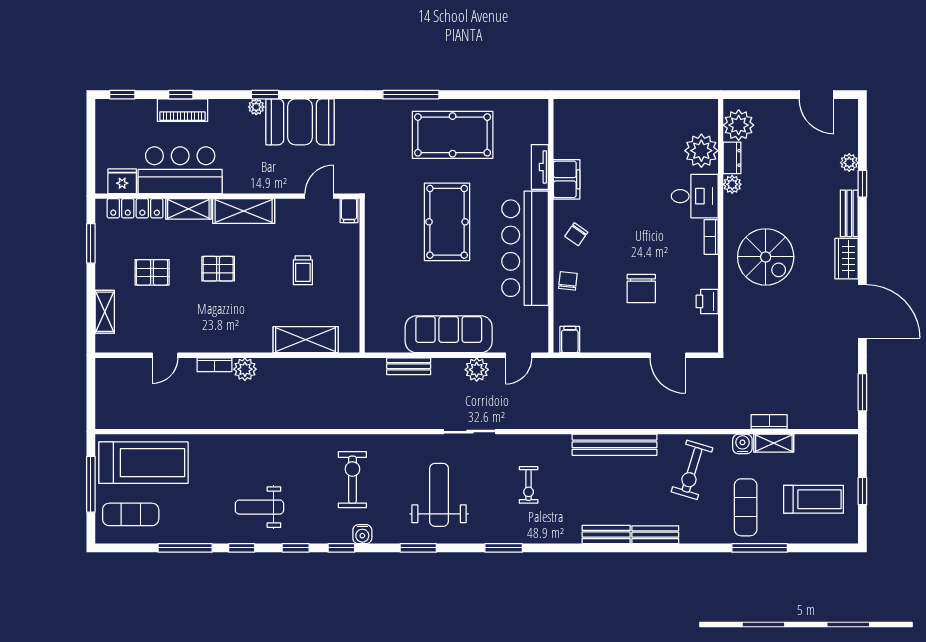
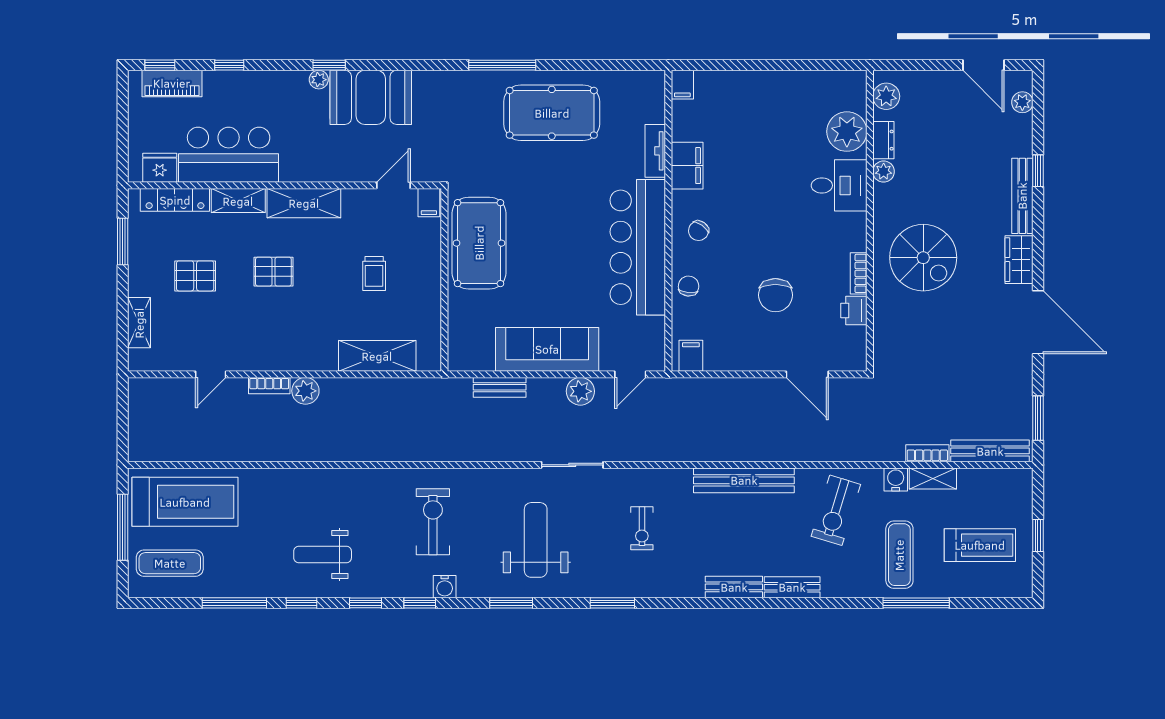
piano: (182, 110) -> (172, 83), moved
filing cabinet: (563, 111) -> (682, 85), added
plant: (739, 125) -> (886, 96), width x0.73, depth x0.73
plant: (849, 163) -> (1022, 102), moved
bench: (849, 213) -> (1022, 196), width x1.36
pool table: (447, 222) -> (479, 243), moved
bookcase: (711, 237) -> (859, 273), moved
bench: (822, 420) -> (990, 451), added

